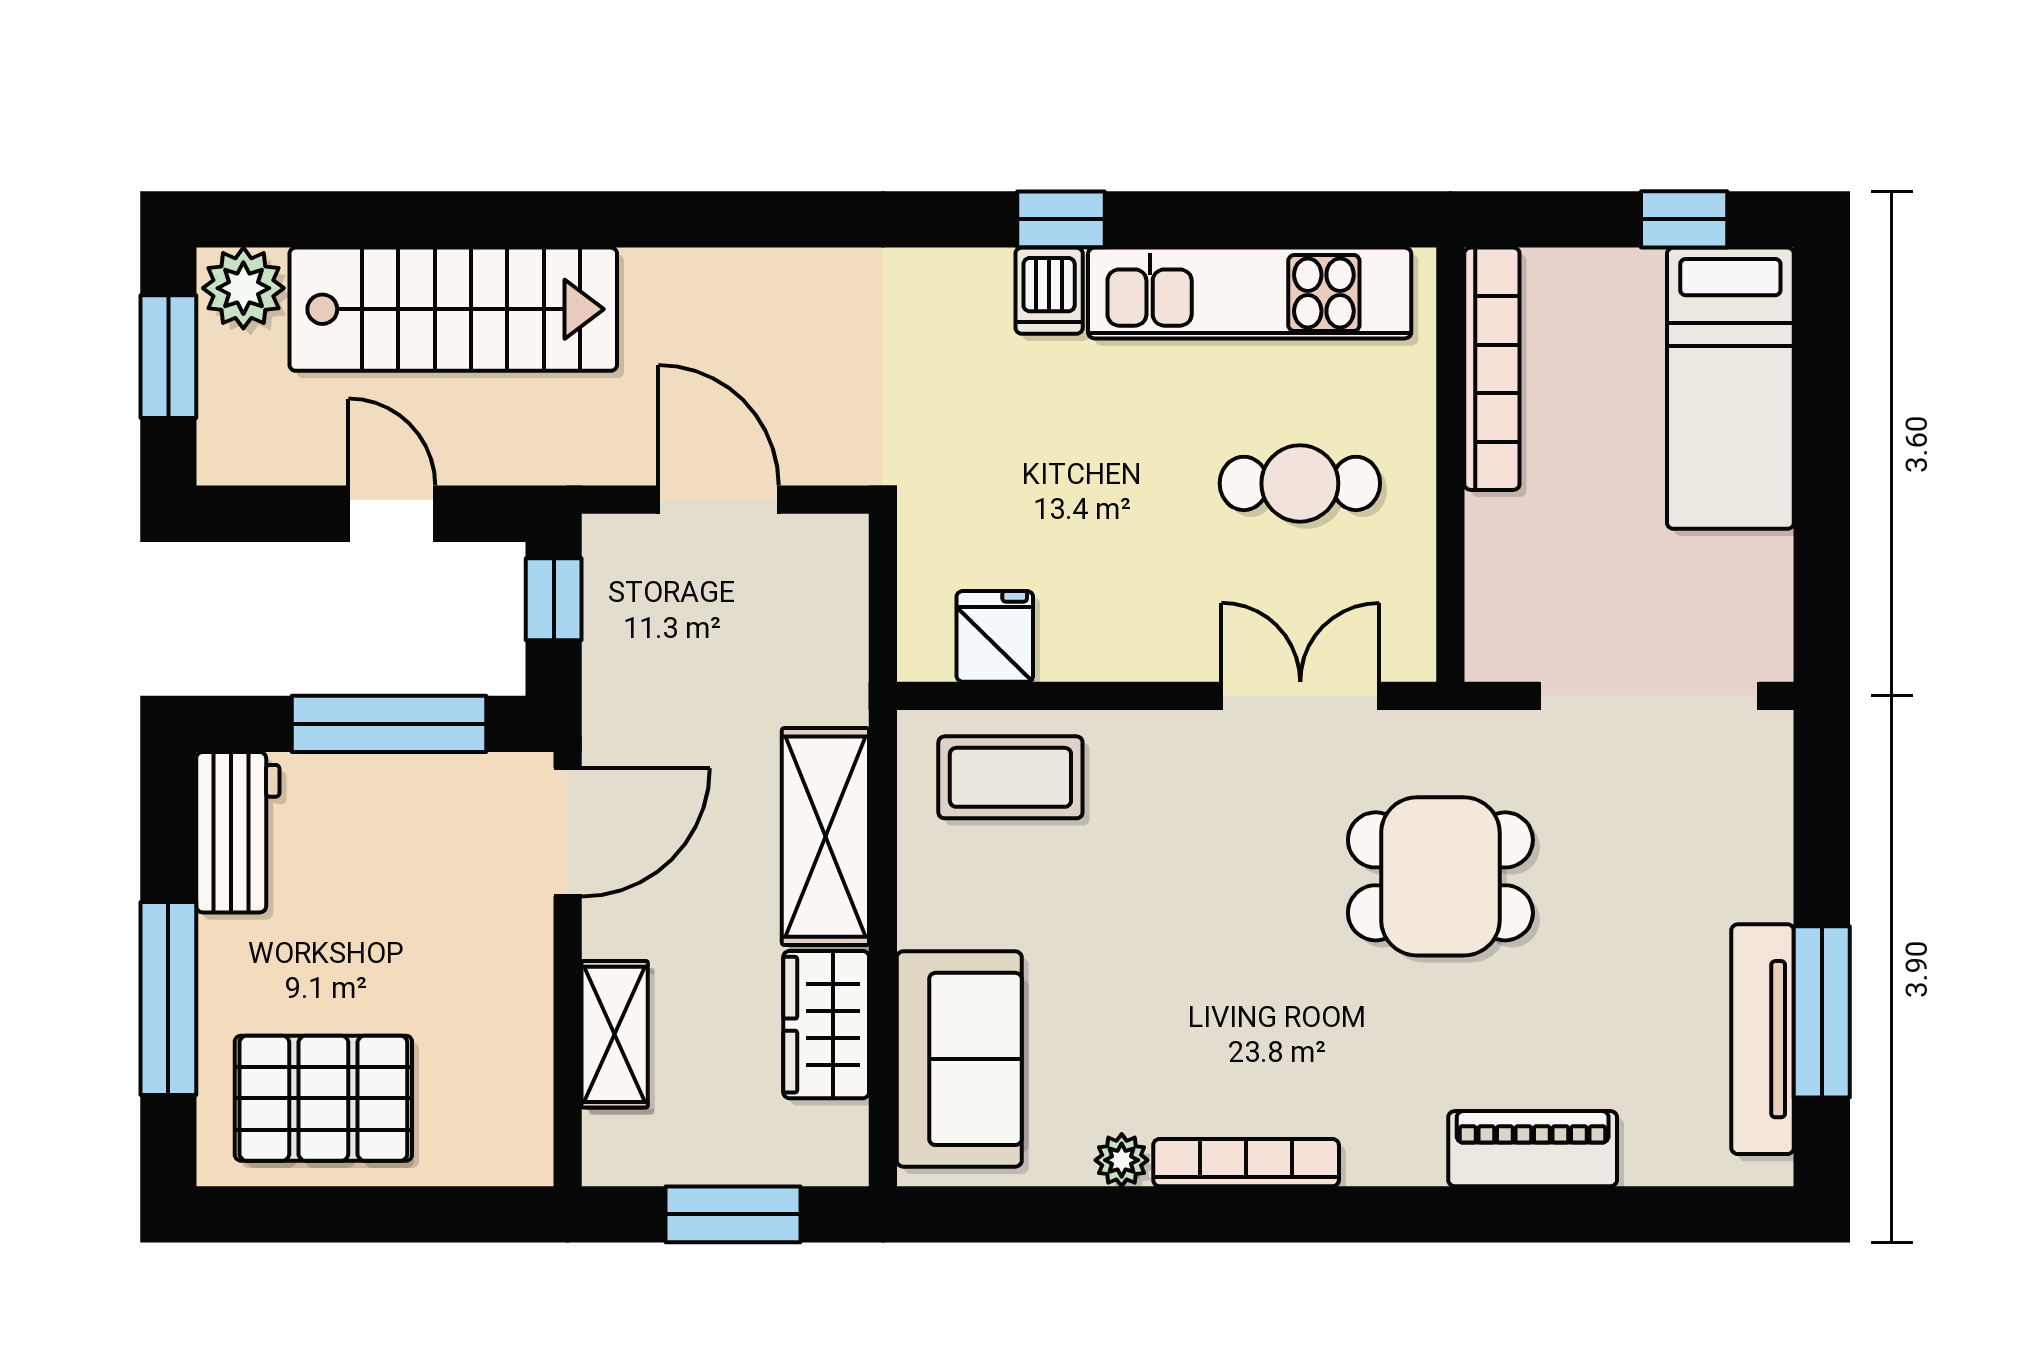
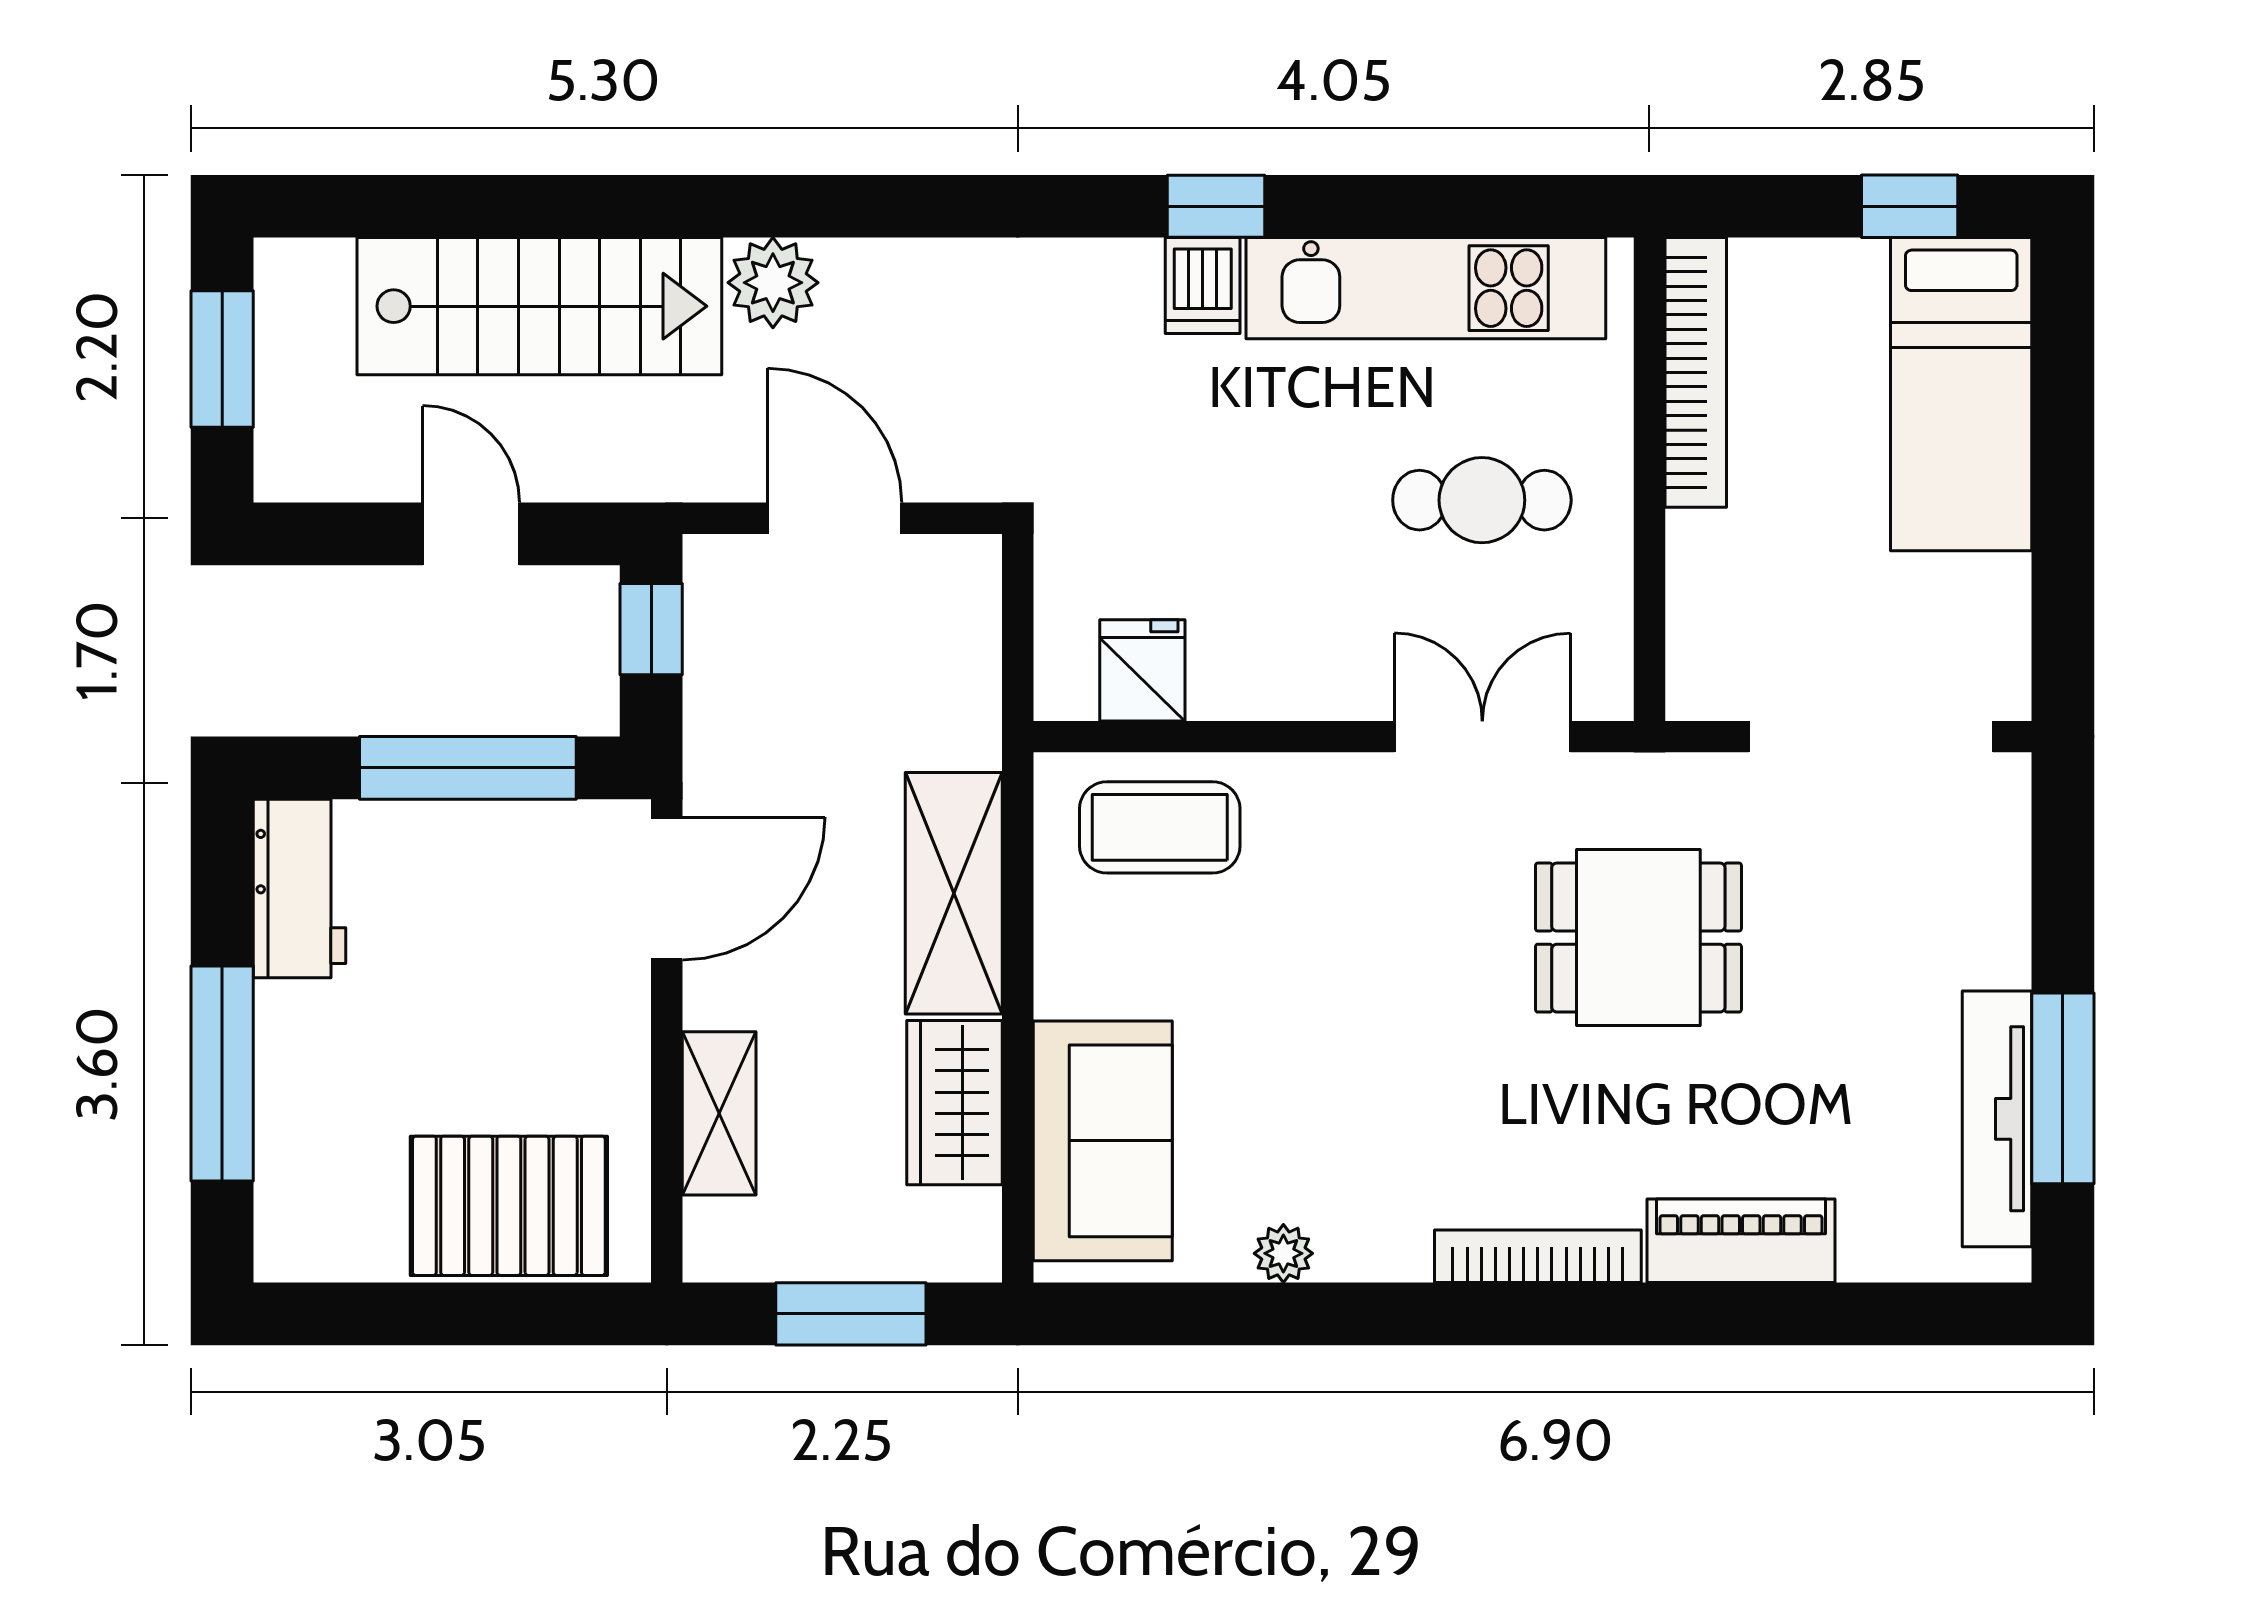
plant: (243, 288) -> (773, 283), moved
pallet: (323, 1098) -> (509, 1206), moved
bookcase: (1246, 1163) -> (1538, 1256), moved

